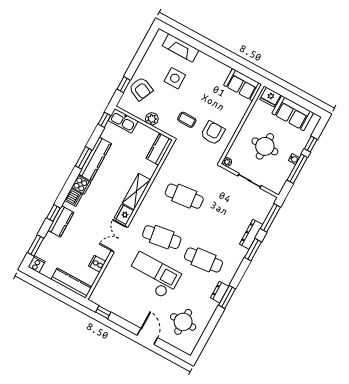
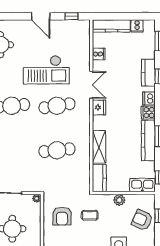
shelving: (136, 191) -> (99, 147), moved
cooker: (37, 264) -> (137, 26), moved
door: (147, 336) -> (41, 16), moved

